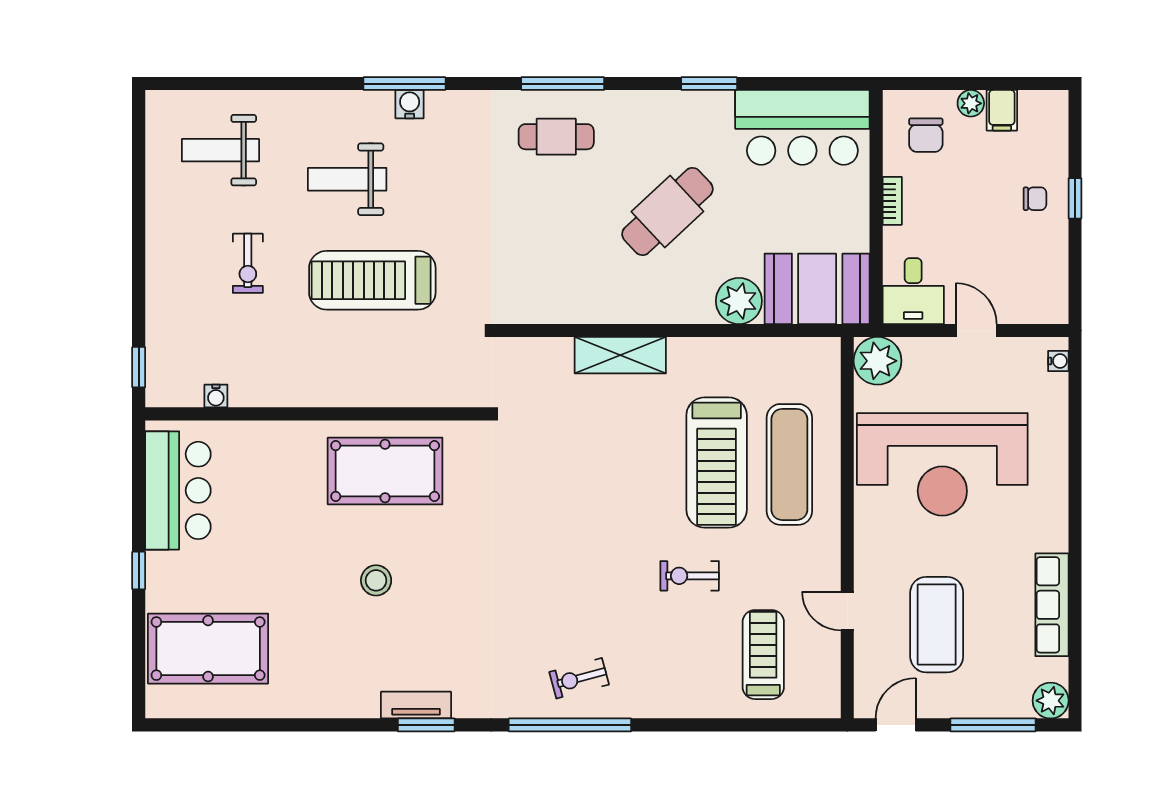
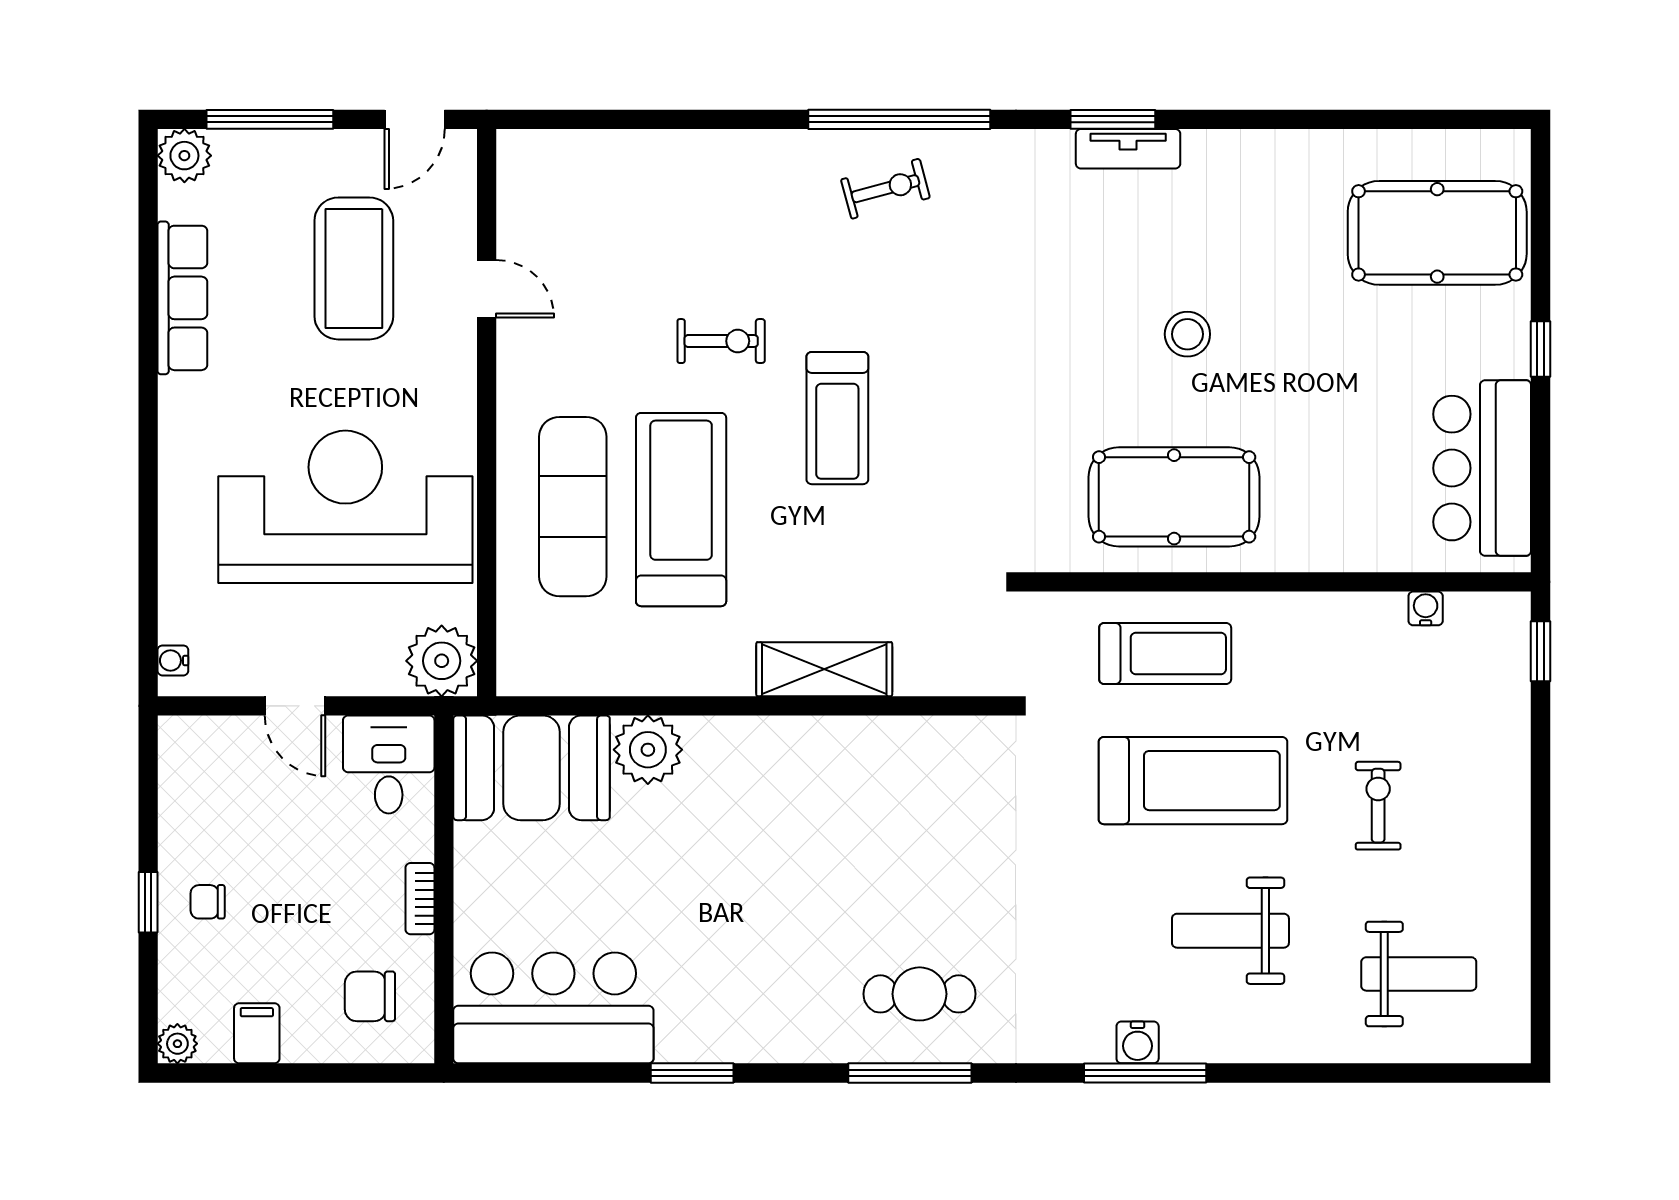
plant: (971, 103) -> (177, 1044), moved
chair: (926, 135) -> (370, 996), turned -90
weight bench: (347, 179) -> (1230, 931), turned 180
cafe table: (667, 211) -> (754, 883), removed
treadmill: (391, 366) -> (1165, 653), added
treadmill: (763, 655) -> (837, 418), moved

